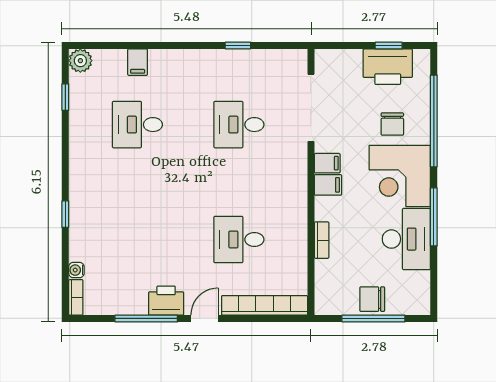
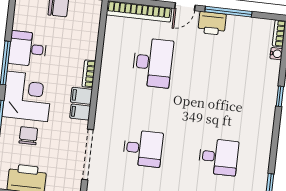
desk: (239, 239) -> (153, 63), width x1.37
desk: (406, 239) -> (28, 49), width x0.73
bookcase: (322, 240) -> (89, 74), moved

